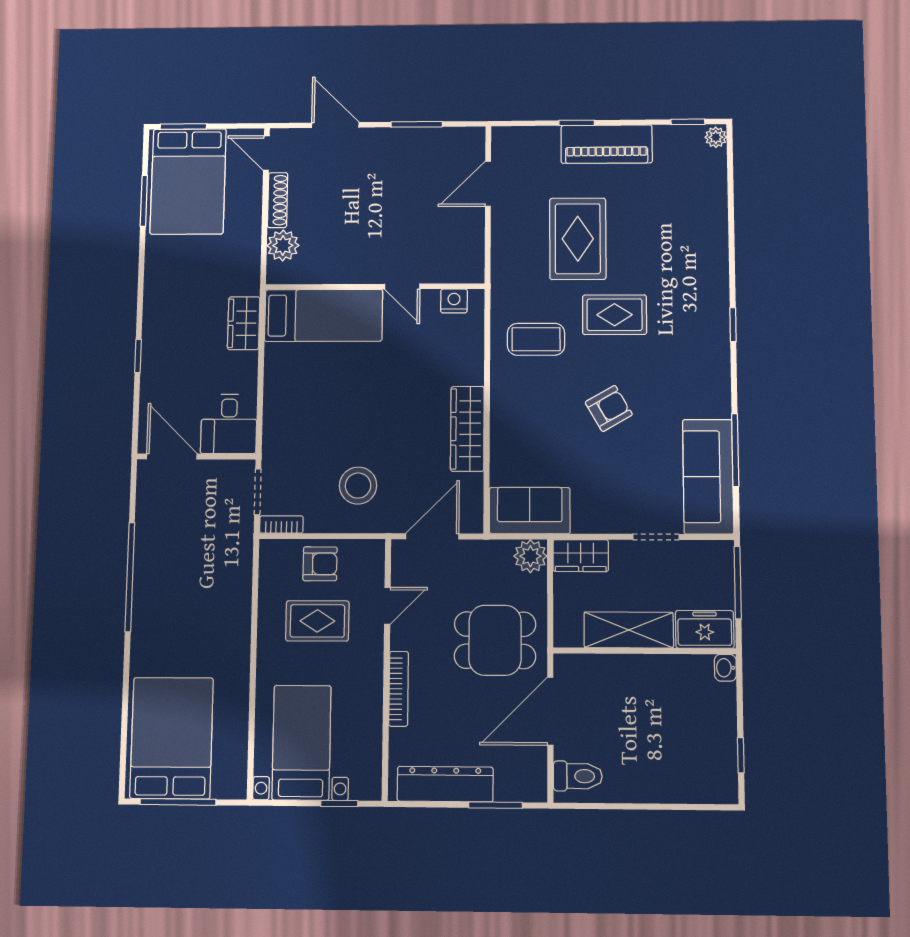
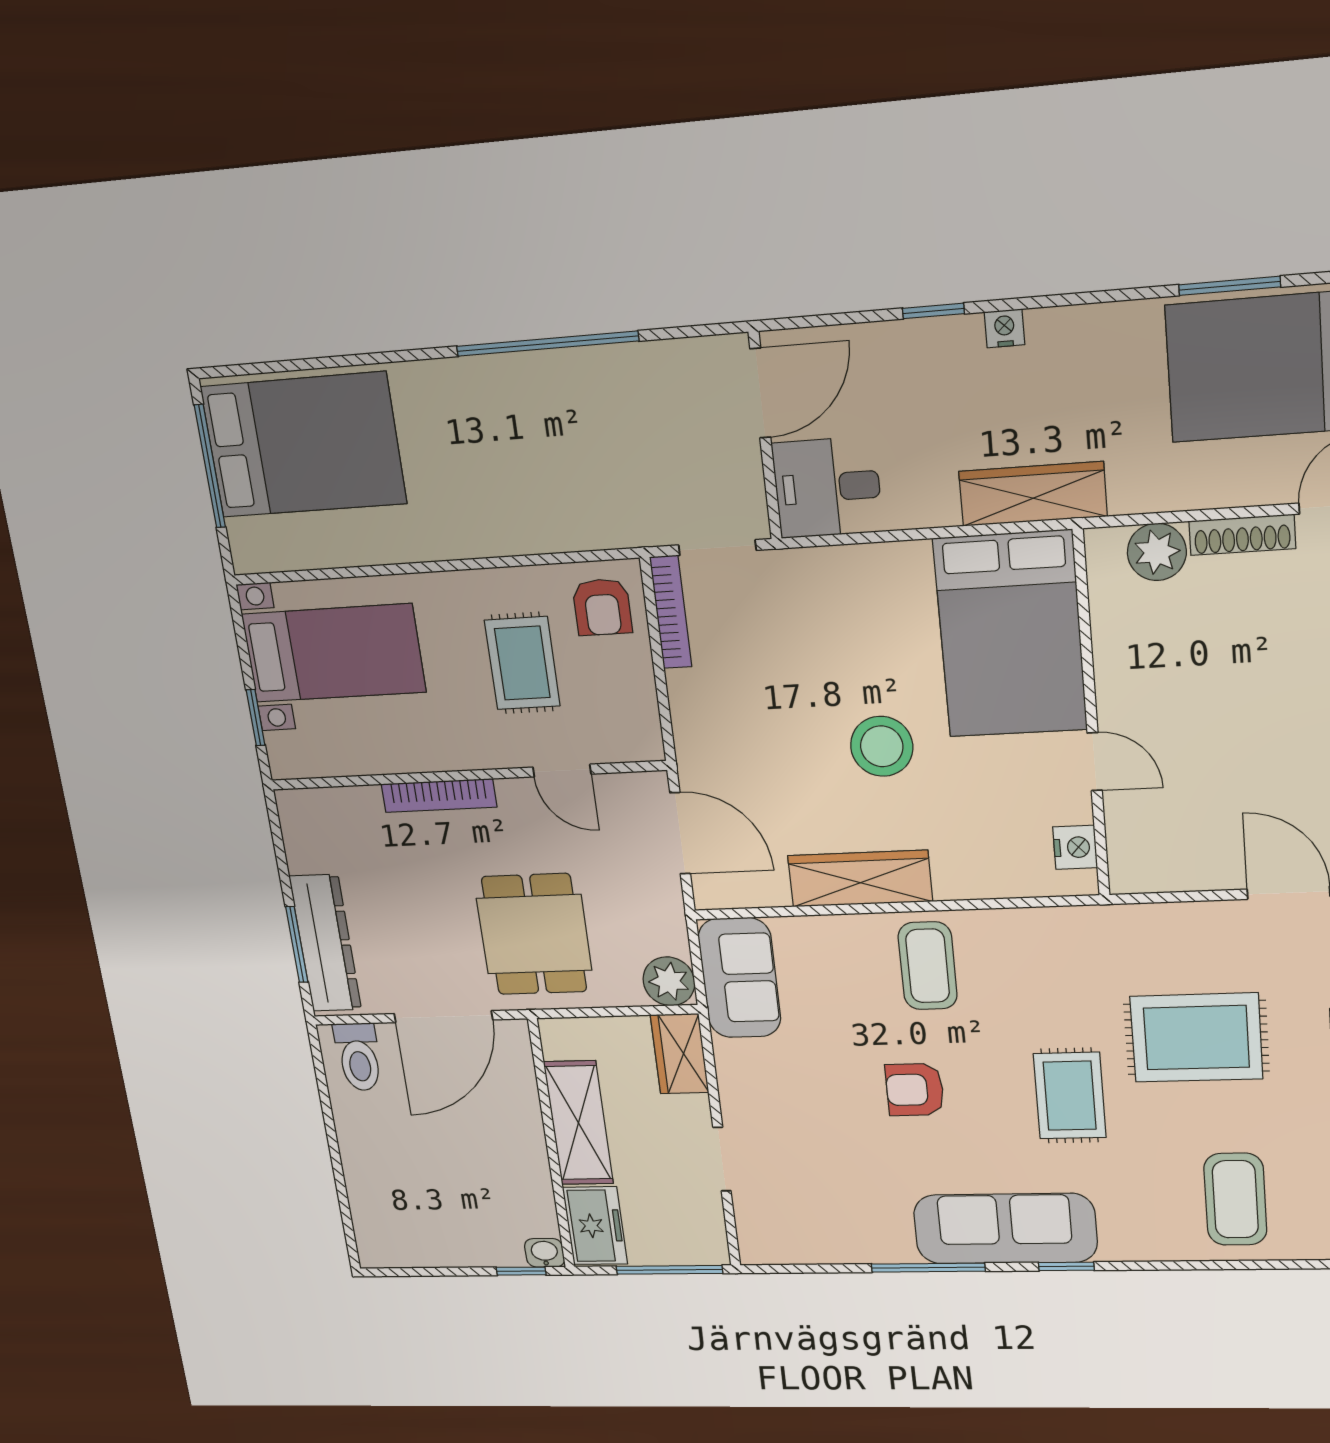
coffee table: (686, 221) -> (1235, 1199), added
door: (402, 287) -> (1095, 762), swing flipped
bed: (324, 315) -> (1010, 634), width x1.50
nightstand: (152, 319) -> (1004, 328), added
wardrobe: (244, 323) -> (1033, 494), width x1.50
coffee table: (536, 339) -> (928, 966), moved
armchair: (609, 408) -> (915, 1090), turned 120
window: (735, 450) -> (928, 1268), moved
sofa: (708, 477) -> (1005, 1229), moved
stool: (358, 486) -> (882, 746), moved
bookcase: (281, 524) -> (671, 612), width x1.56
armchair: (320, 564) -> (602, 607), moved
door: (550, 711) -> (443, 1017), swing flipped
window: (741, 755) -> (521, 1271), moved
dresser: (445, 784) -> (325, 943), moved

